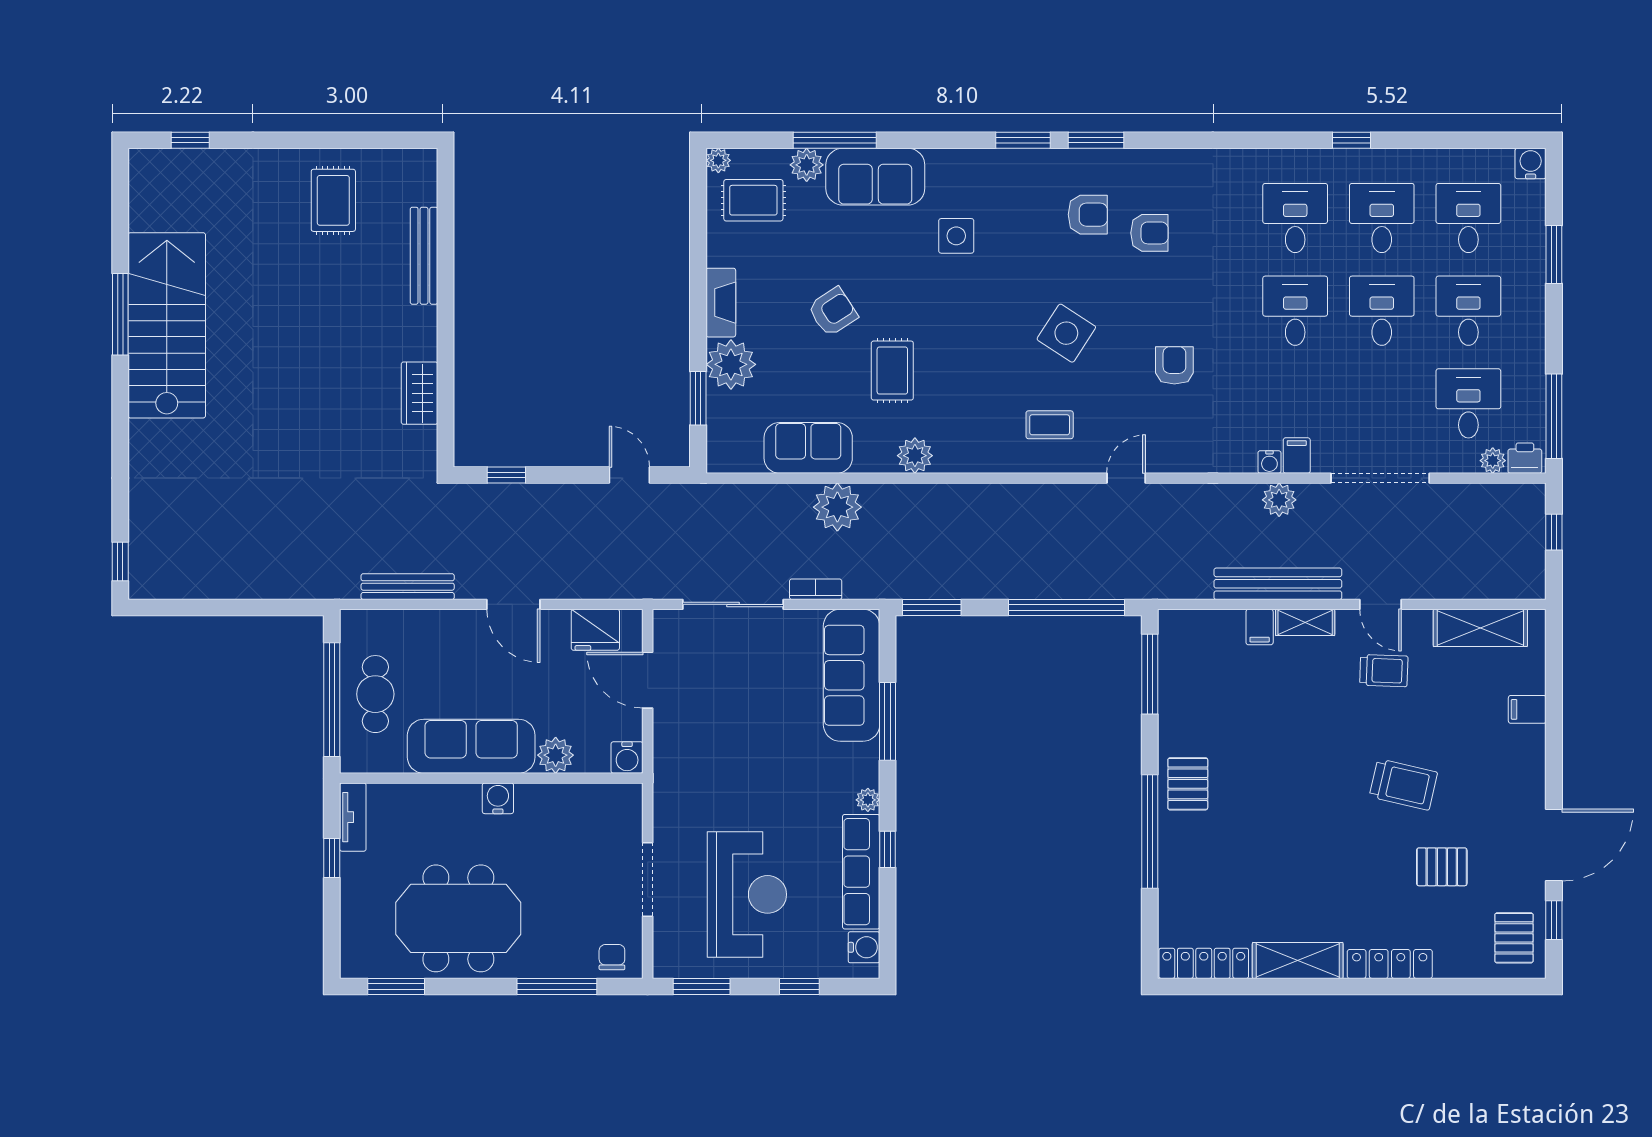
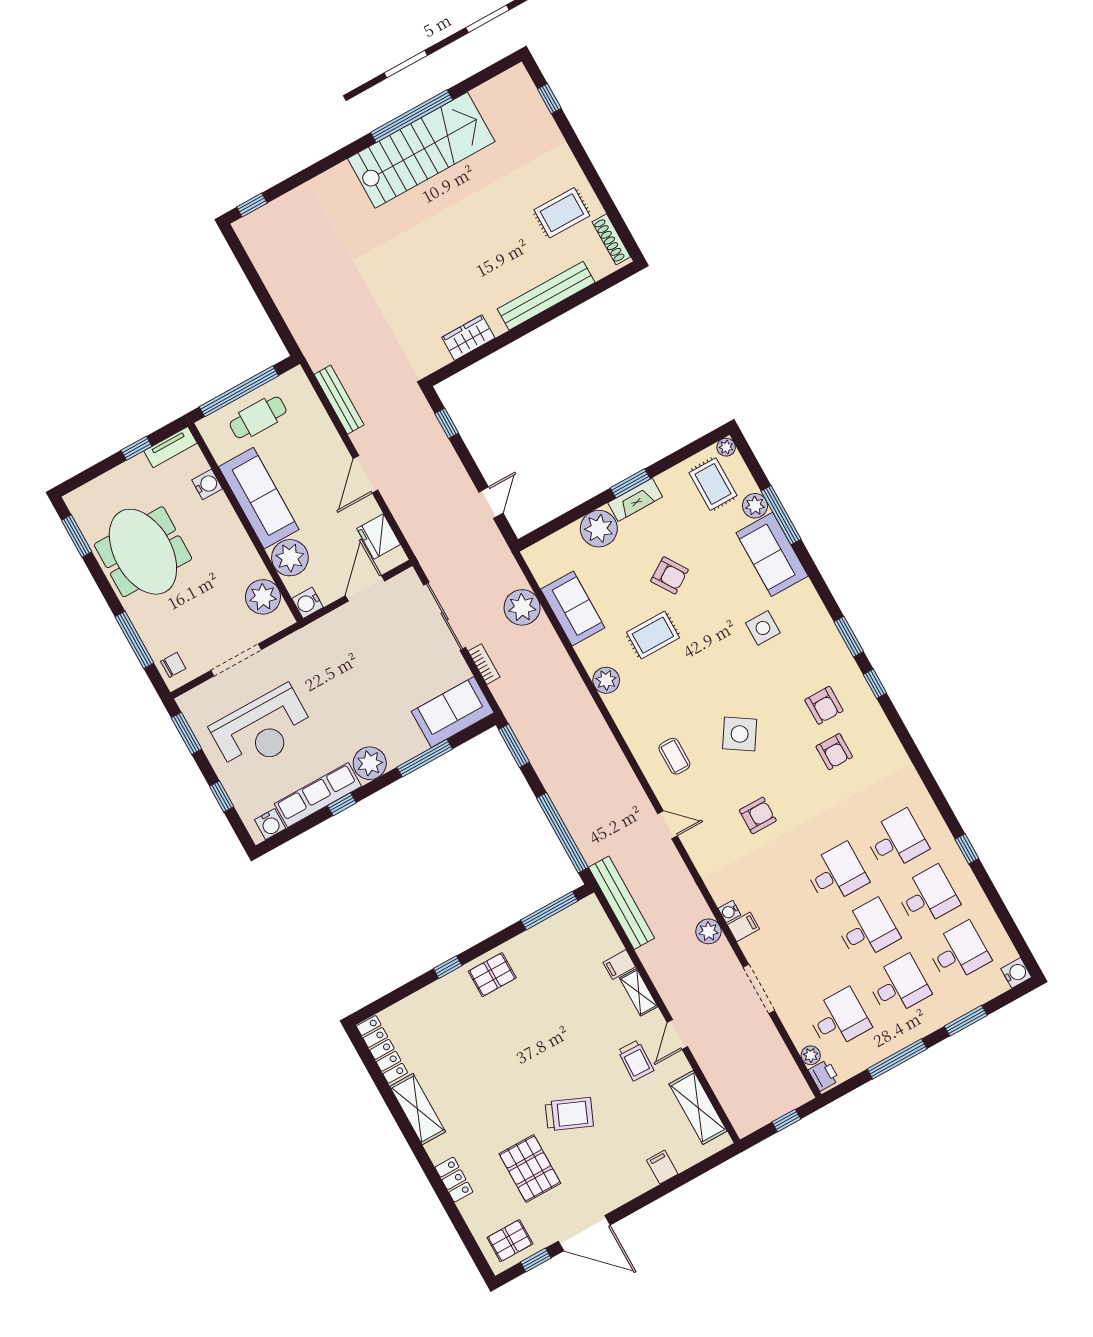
window: (1096, 140) -> (875, 684), width x0.67
shoe rack: (397, 159) -> (611, 239), added
bench: (424, 256) -> (546, 296), width x1.37, depth x1.21
window: (120, 314) -> (412, 116), width x1.46
window: (698, 398) -> (630, 483), moved
window: (1554, 416) -> (897, 1059), moved
doorway: (1380, 478) -> (759, 989), width x0.73
plant: (837, 507) -> (522, 607), moved
bench: (1278, 584) -> (621, 903), moved
sofa: (852, 675) -> (453, 712), width x0.73
plant: (556, 755) -> (290, 558), width x1.36, depth x1.36
trolley: (1403, 784) -> (569, 1114), turned -80
water cooler: (498, 798) -> (207, 484), moved
plant: (868, 800) -> (370, 763), width x1.87, depth x1.87
plant: (591, 806) -> (263, 597), added
window: (1150, 831) -> (448, 967), width x0.32
pallet: (1442, 867) -> (530, 1168), width x1.50, depth x1.42
locker: (1390, 964) -> (454, 1180), width x0.66

